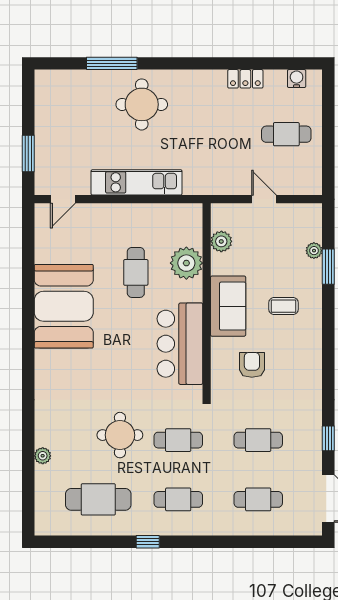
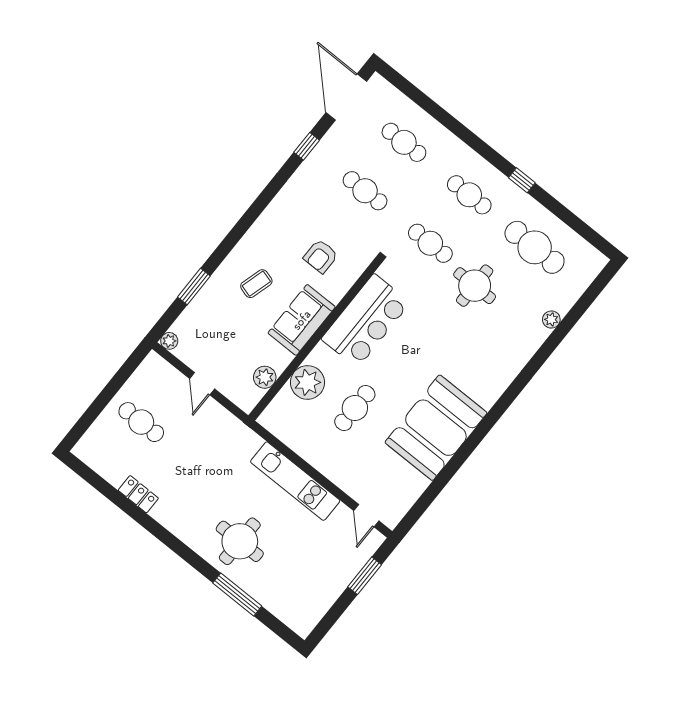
water cooler: (297, 79) -> (96, 461), removed
door: (63, 199) -> (366, 516), swing flipped
plant: (314, 251) -> (169, 341), moved
coffee table: (284, 306) -> (256, 284), turned -74

